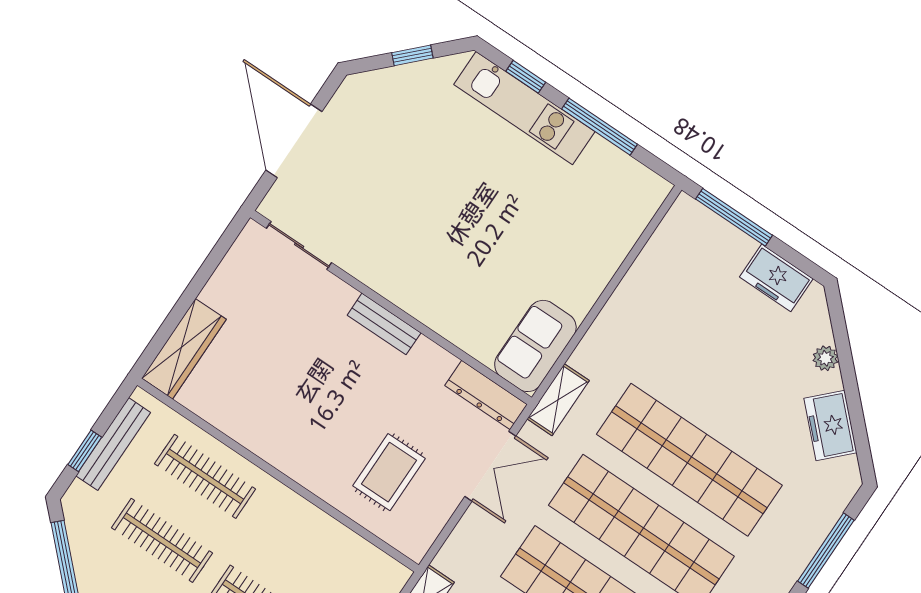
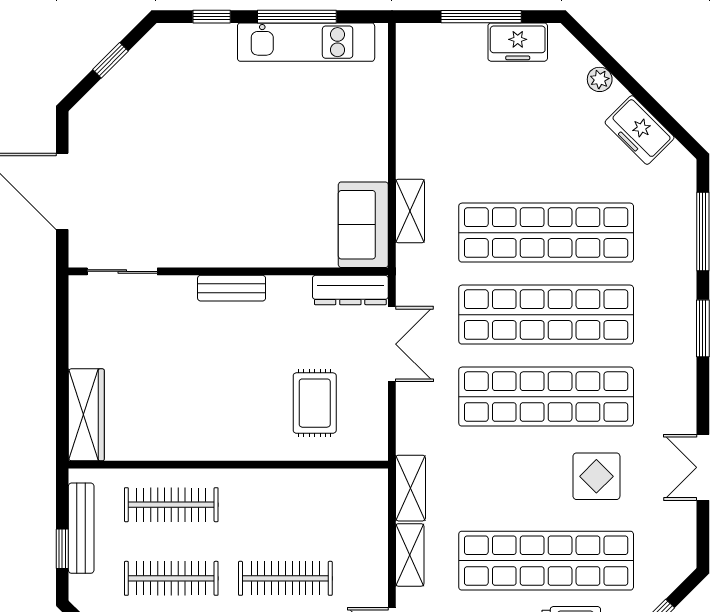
kitchen unit: (524, 108) -> (306, 42), moved
window: (734, 217) -> (481, 17), moved
shelving: (558, 400) -> (410, 211), moved

